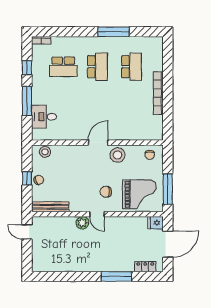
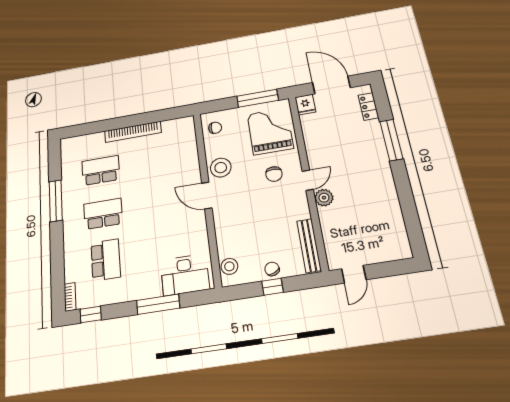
window: (27, 68) -> (91, 315), moved
desk: (44, 117) -> (185, 275), width x1.37

